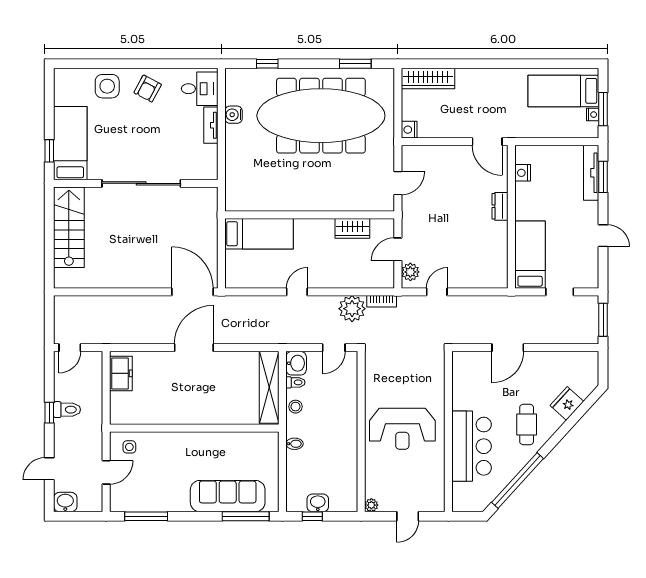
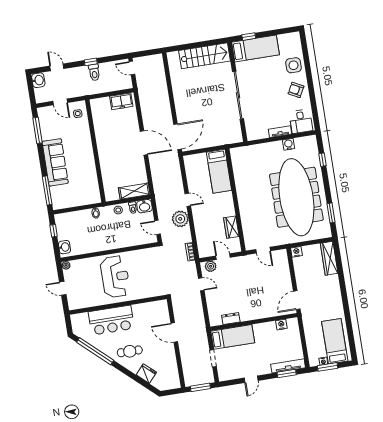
dresser: (500, 206) -> (231, 319), moved
plant: (352, 309) -> (180, 219), moved
shelving: (269, 387) -> (134, 191), width x0.68
reception desk: (402, 429) -> (115, 277), turned 180
sofa: (228, 496) -> (55, 162), moved
washbasin: (318, 503) -> (64, 247), moved

